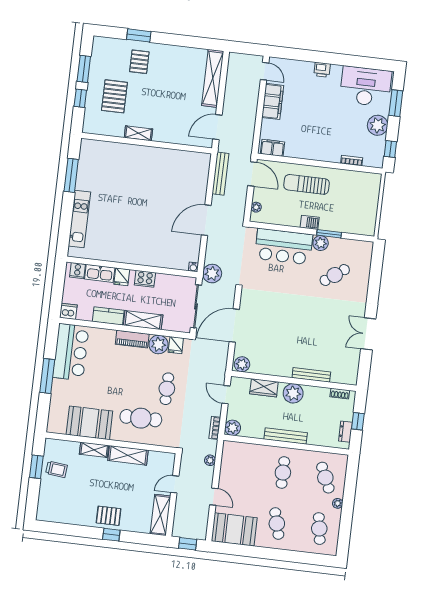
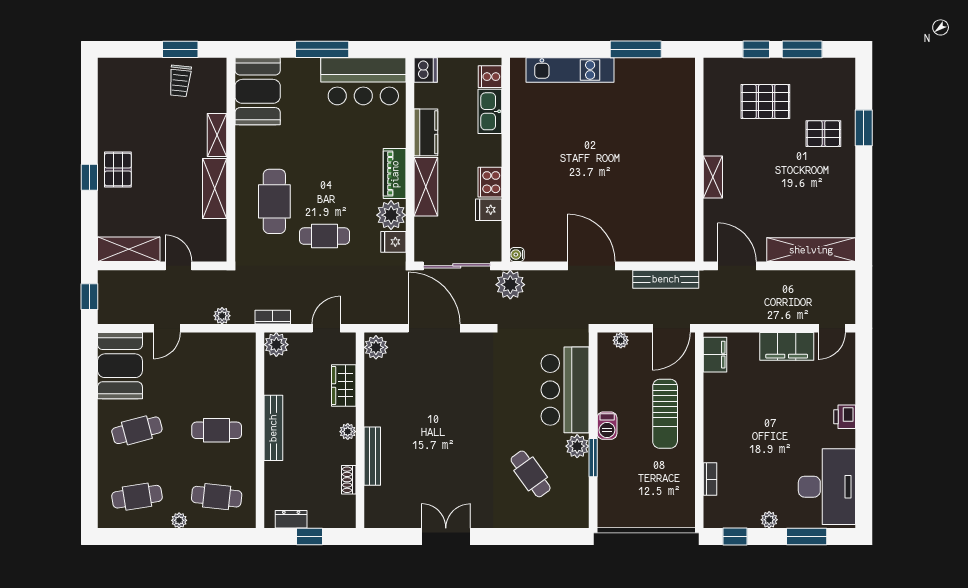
plant: (378, 125) -> (769, 520), width x0.53, depth x0.53
shelving: (138, 133) -> (713, 177), moved
sun lounger: (307, 184) -> (665, 414), turned 180
fridge: (122, 277) -> (489, 210), moved
plant: (293, 393) -> (348, 432), width x0.53, depth x0.53
shoe rack: (340, 394) -> (349, 480), moved
booth: (89, 423) -> (258, 91), moved
cafe table: (325, 478) -> (217, 497), turned 30

